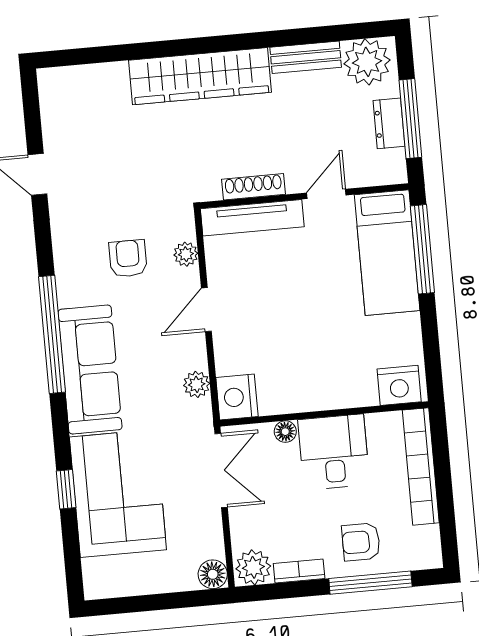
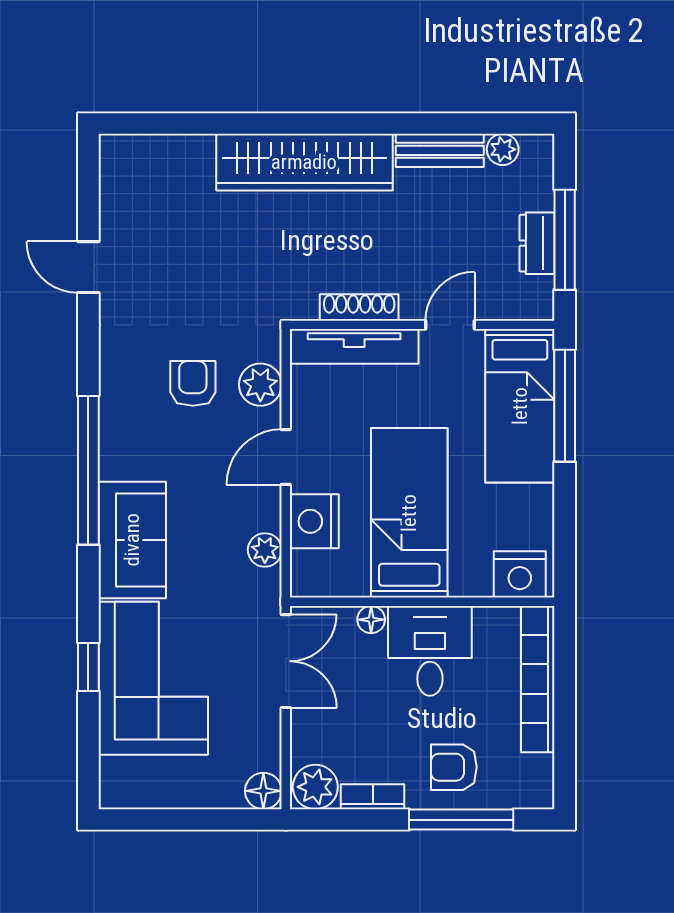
plant: (367, 62) -> (503, 149), width x0.53, depth x0.53
plant: (186, 254) -> (260, 385), width x1.38, depth x1.38
bed: (308, 345) -> (409, 513), added
sofa: (90, 370) -> (132, 540), width x0.73
nightstand: (237, 397) -> (314, 521), moved

